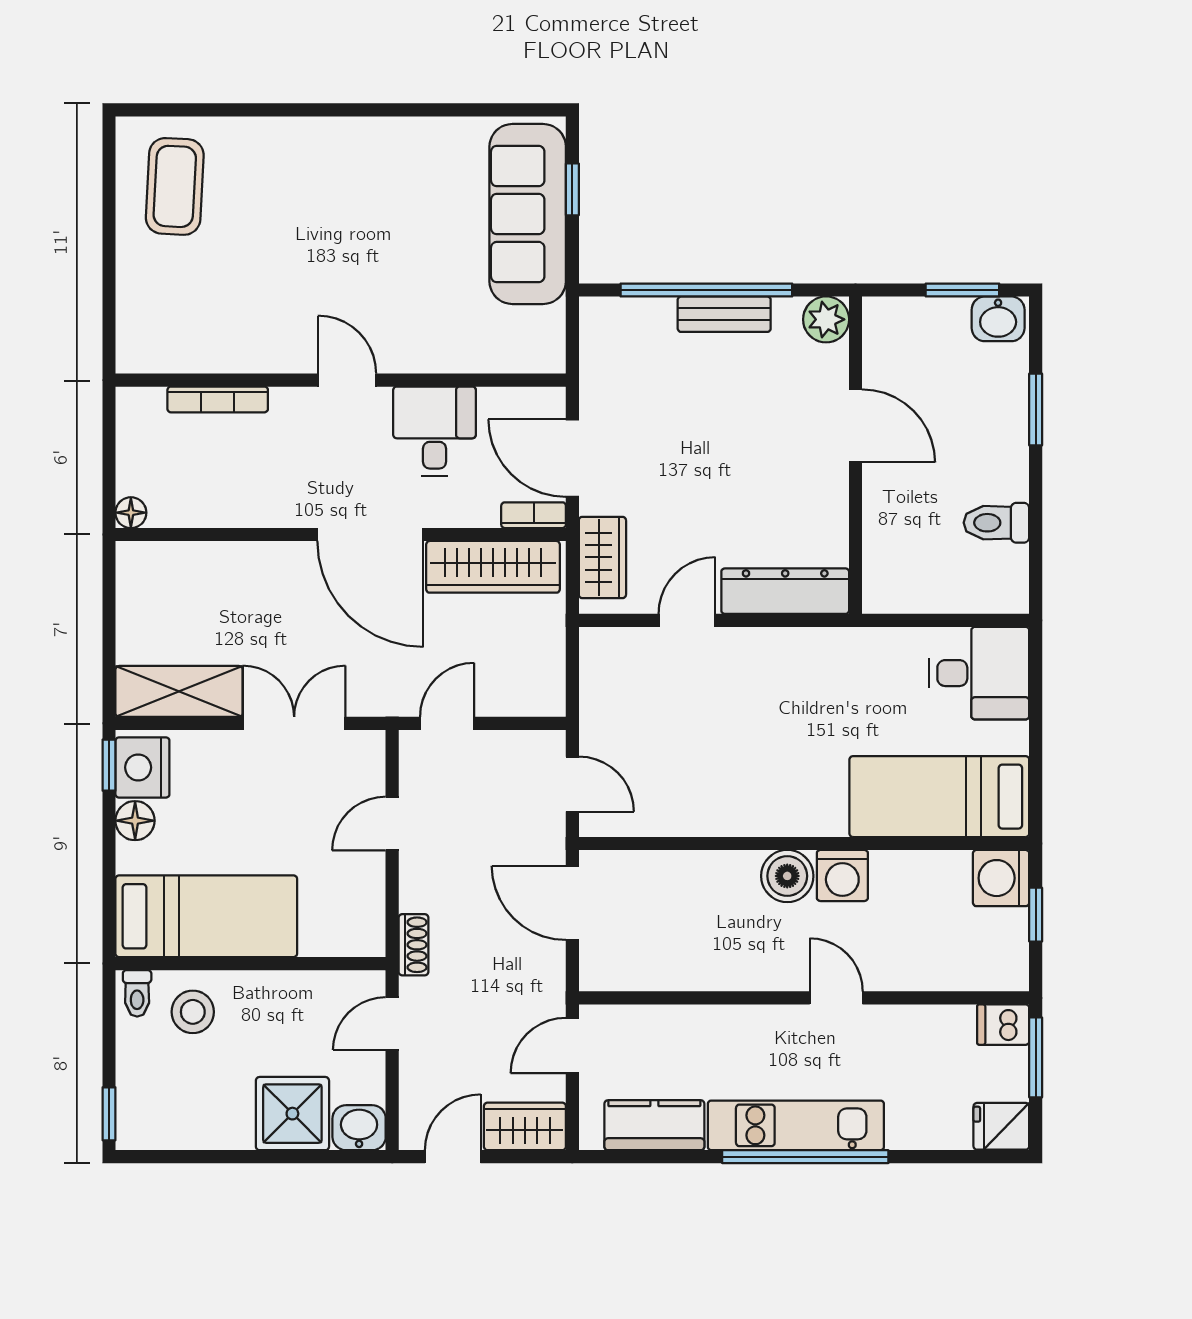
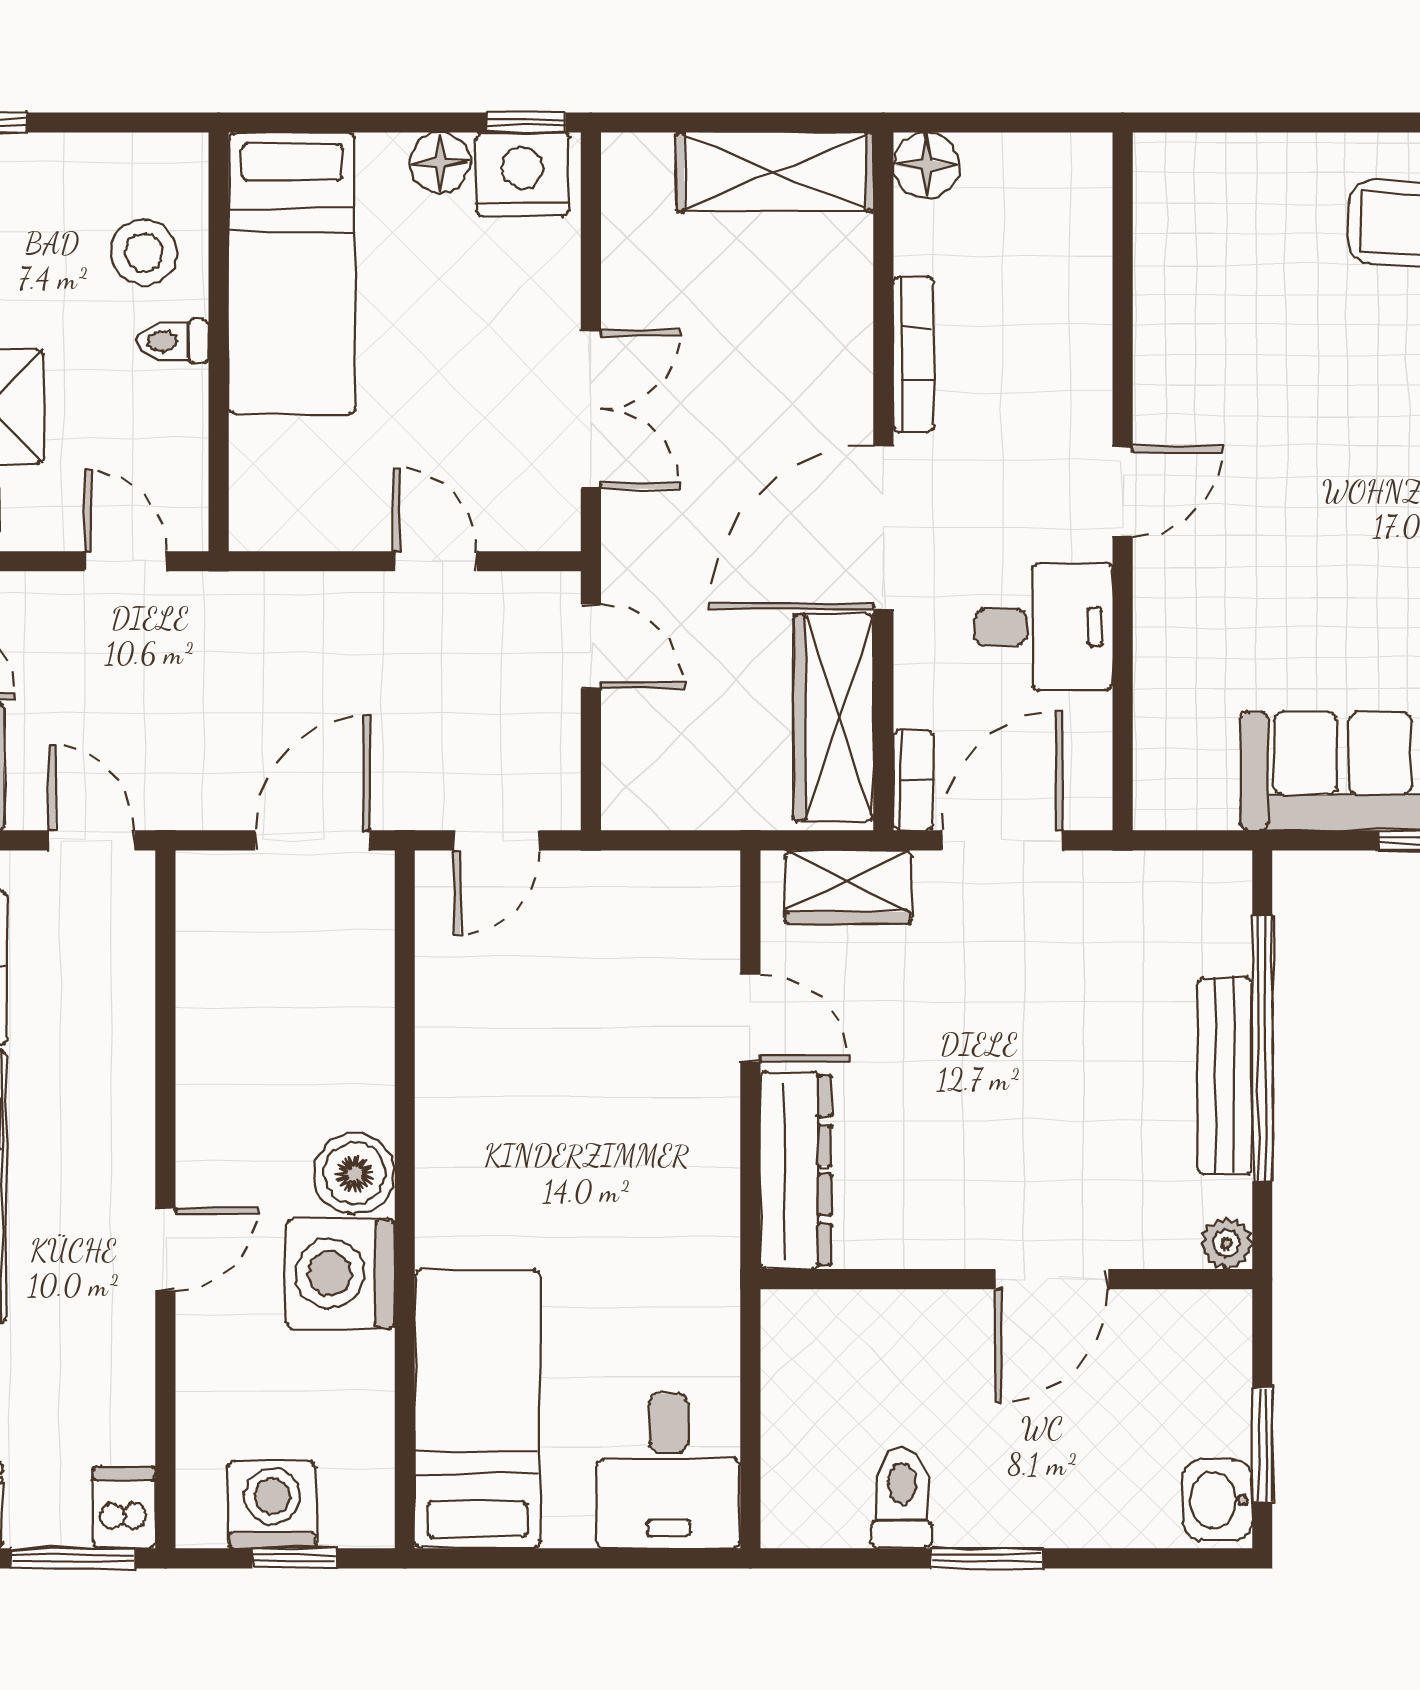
bench: (724, 314) -> (1225, 1076), width x1.36
plant: (826, 319) -> (1226, 1243), width x0.73, depth x0.73
bookcase: (218, 399) -> (913, 354), moved, turned 180
window: (1036, 409) -> (987, 1558), moved
floor lamp: (131, 513) -> (926, 165), width x1.37, depth x1.37
shelving: (179, 691) -> (775, 172), moved, turned 90
washing machine: (842, 875) -> (340, 1274), width x1.37, depth x1.37
washing machine: (1001, 878) -> (272, 1505), moved
shoe rack: (413, 945) -> (248, 594), removed
toilet: (137, 993) -> (173, 341), moved

